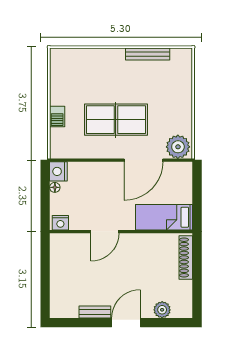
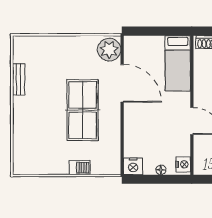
bench: (148, 54) -> (19, 79), width x0.73
floor lamp: (55, 187) -> (161, 170), moved

